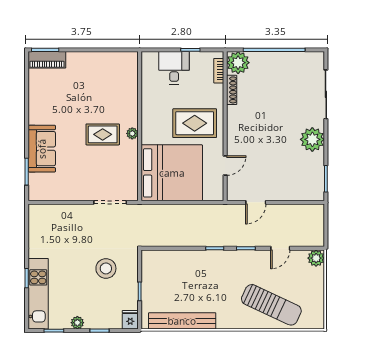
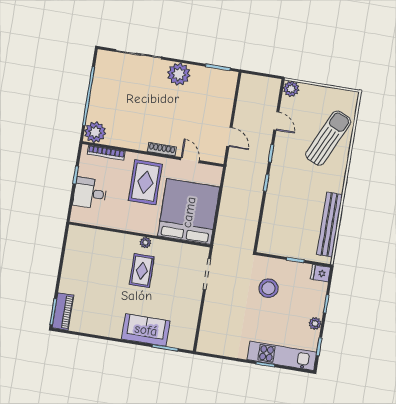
bookcase: (219, 71) -> (106, 153), width x1.56
shoe rack: (232, 90) -> (162, 149), moved

